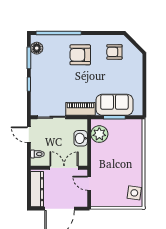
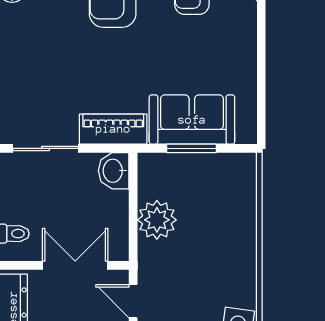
plant: (99, 134) -> (157, 220), moved
washbasin: (81, 138) -> (114, 171), moved

